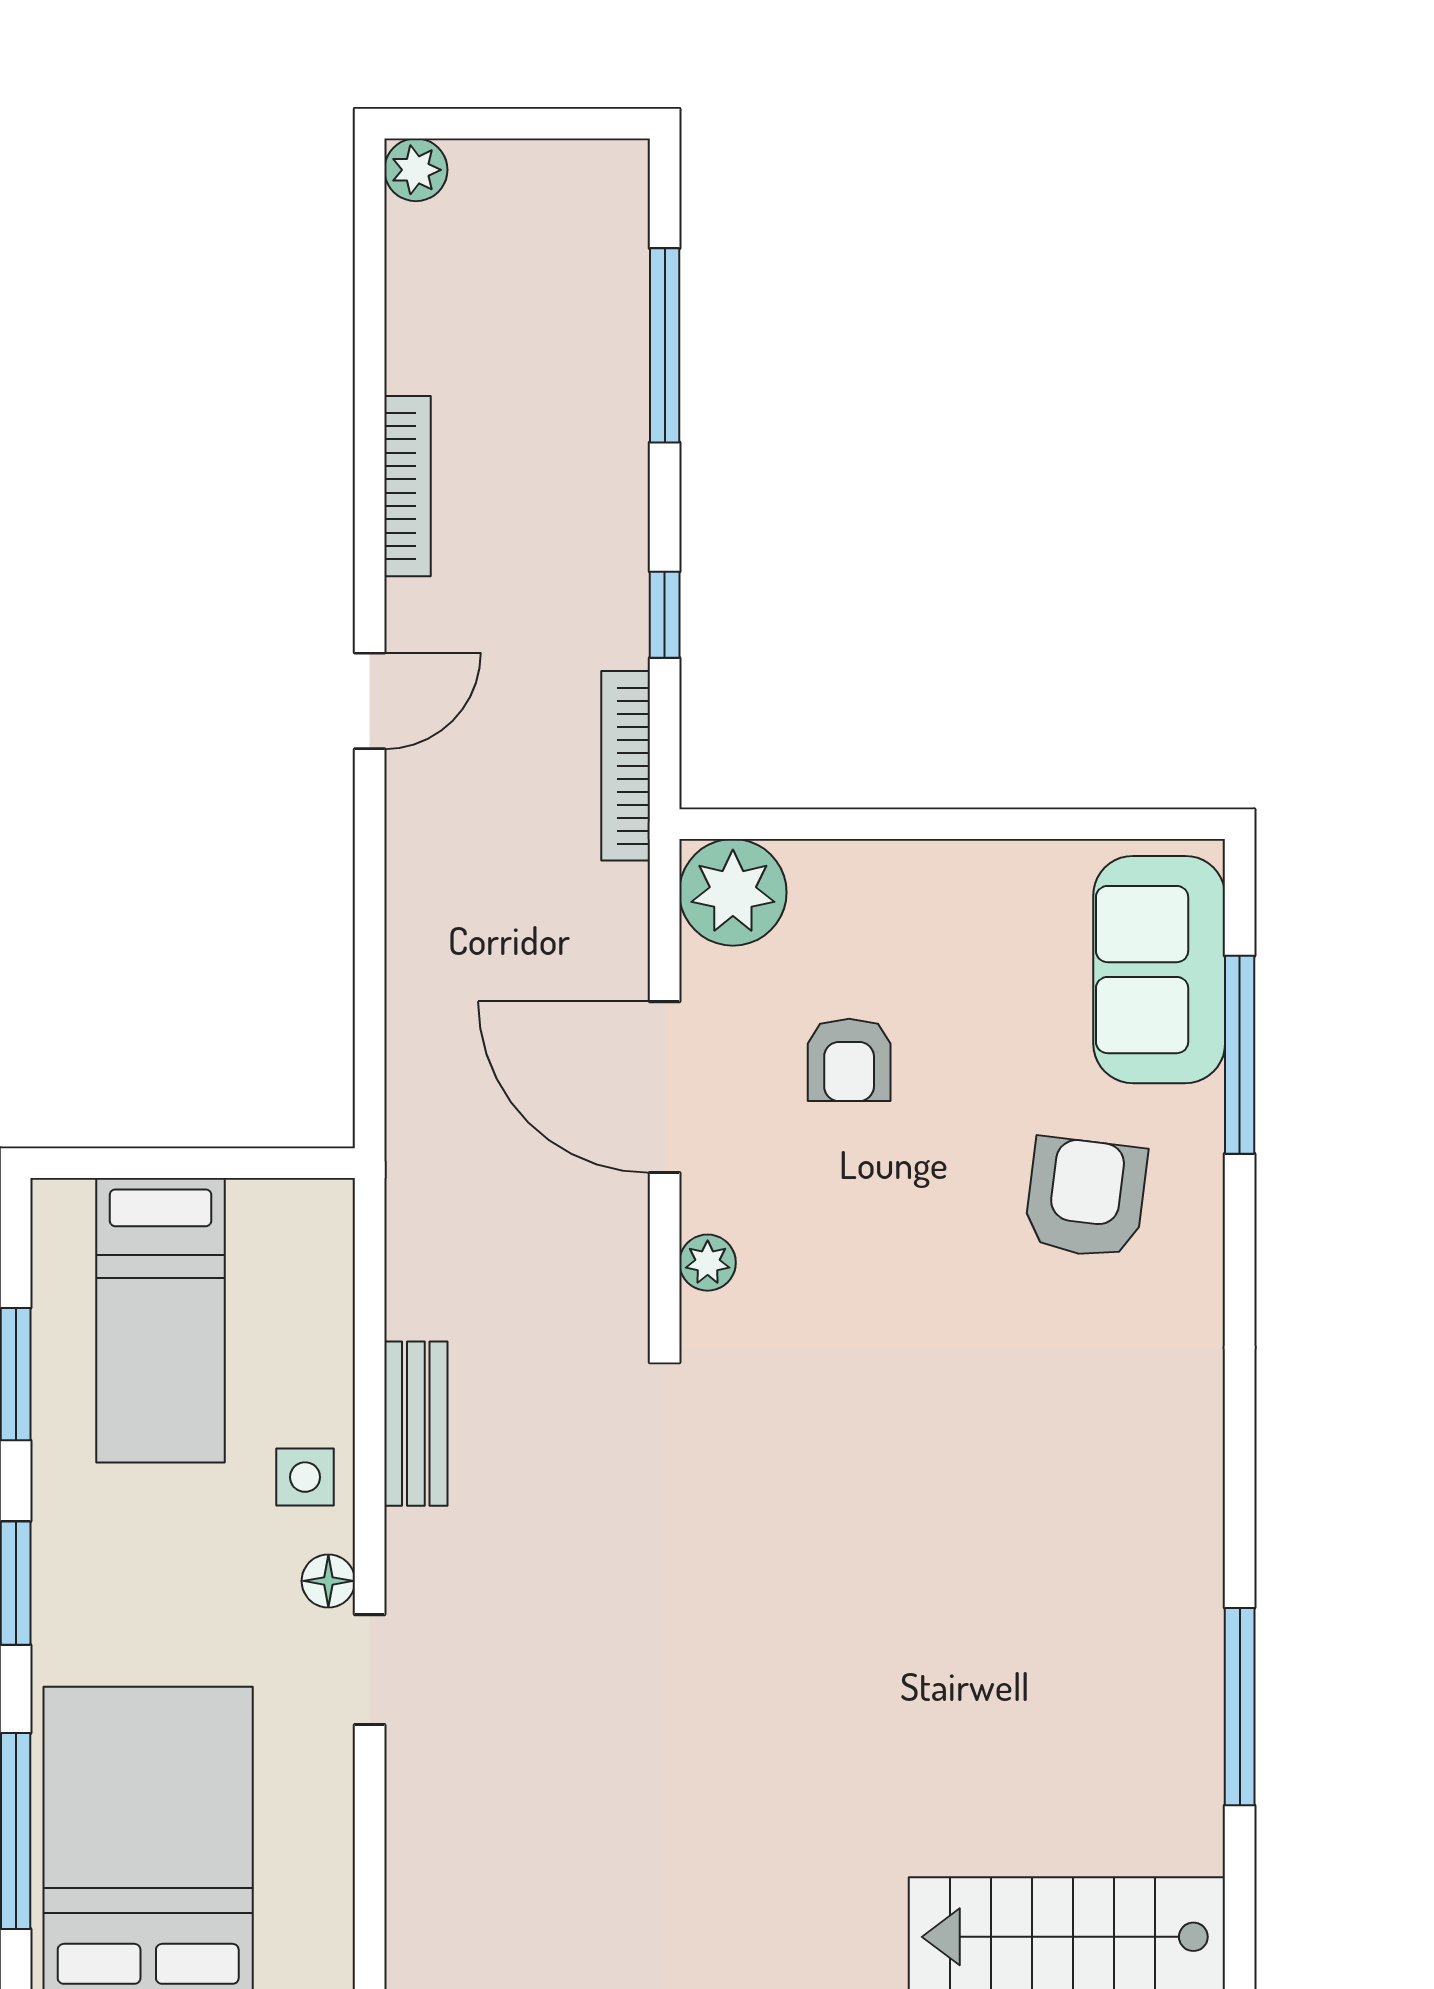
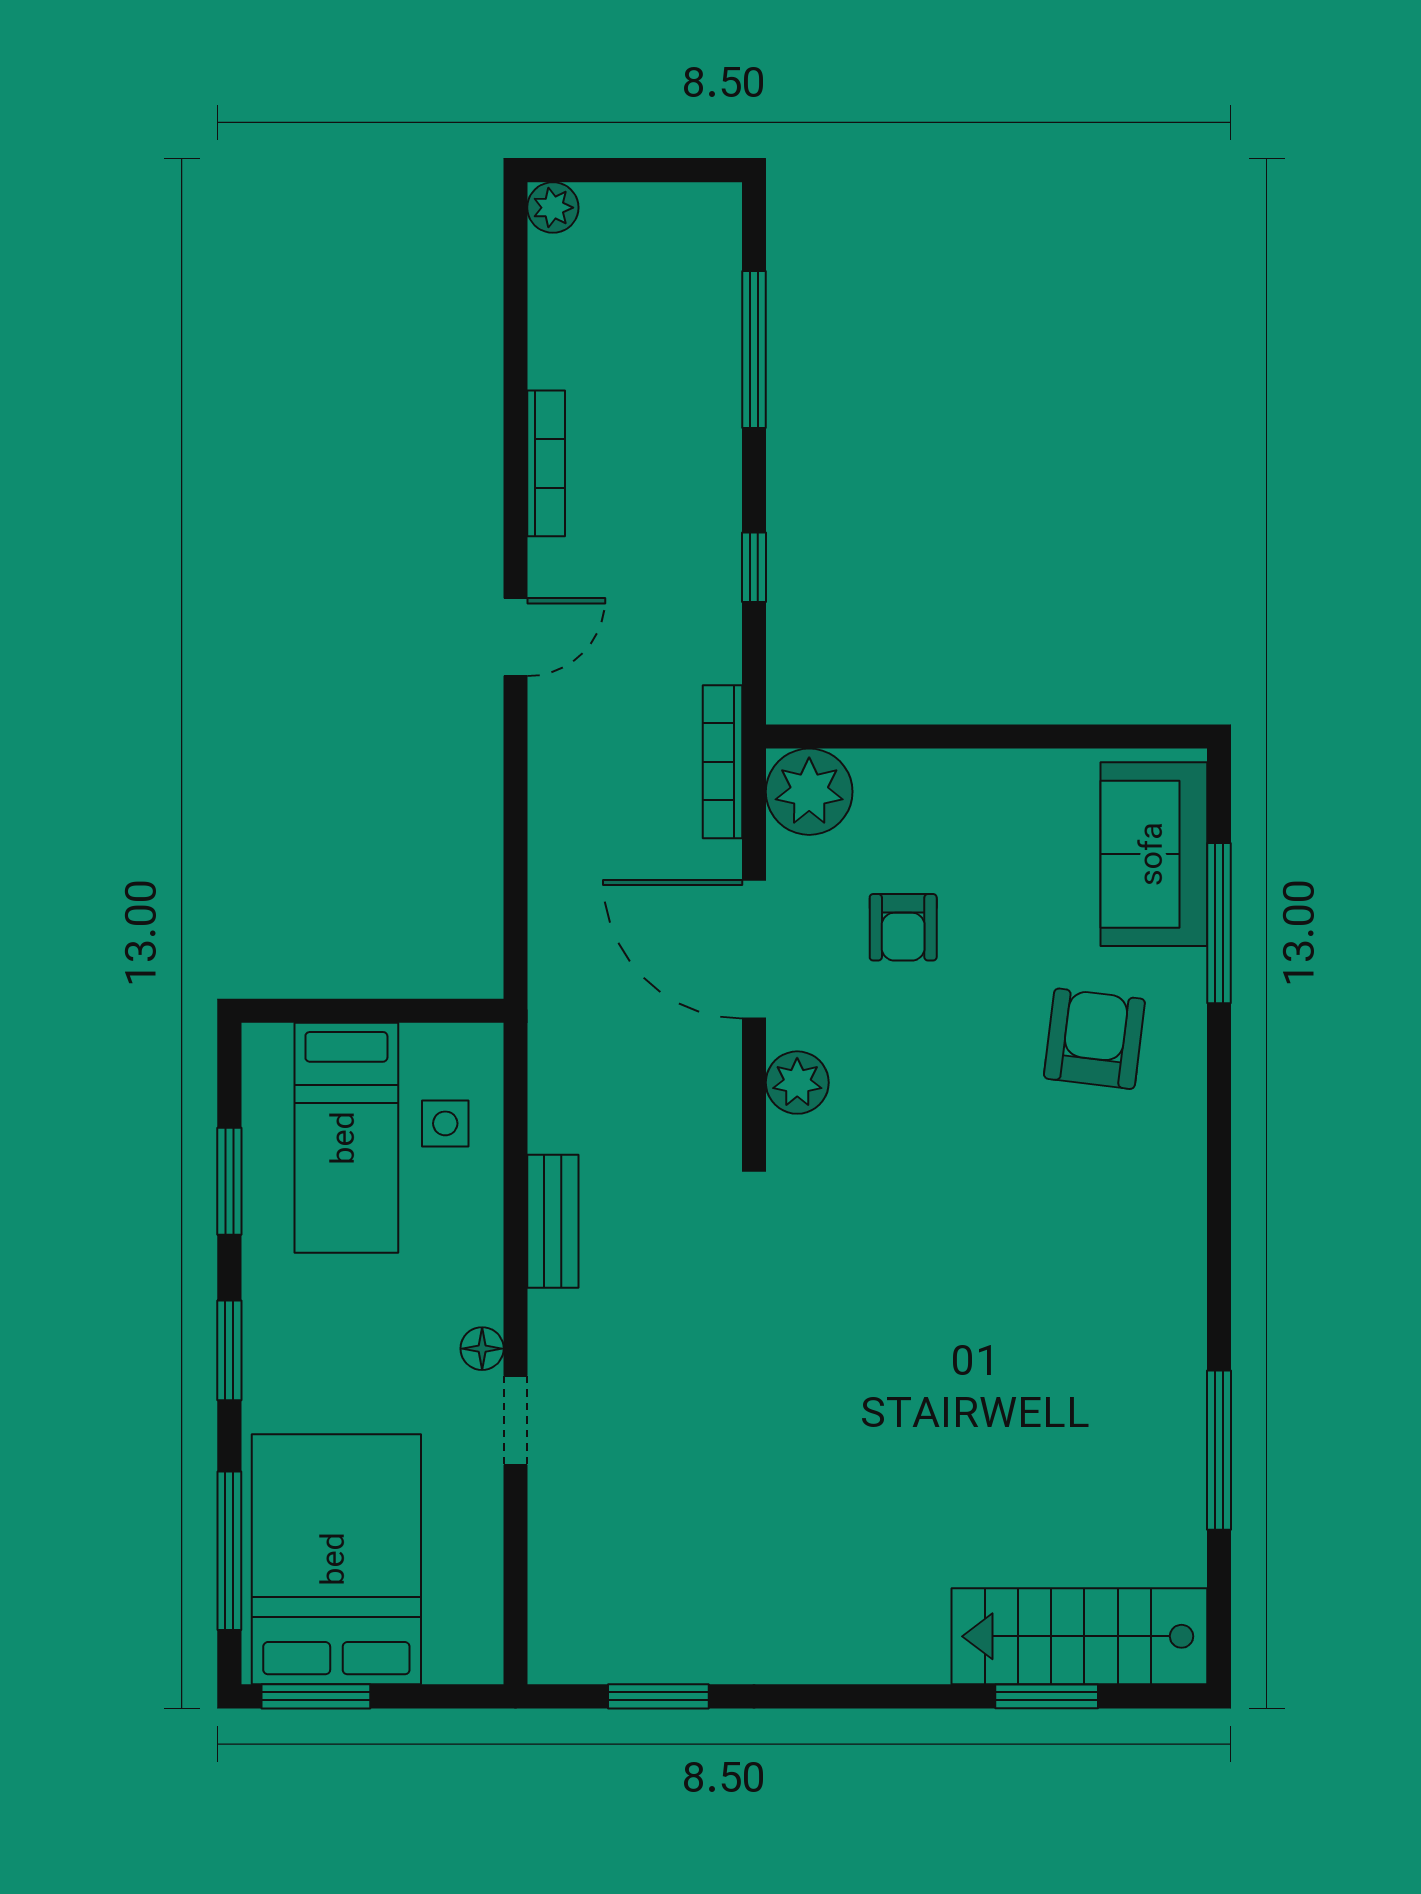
bookcase: (626, 766) -> (722, 762), moved
plant: (708, 1263) -> (797, 1083), width x1.38, depth x1.38
side table: (305, 1477) -> (445, 1123), moved

